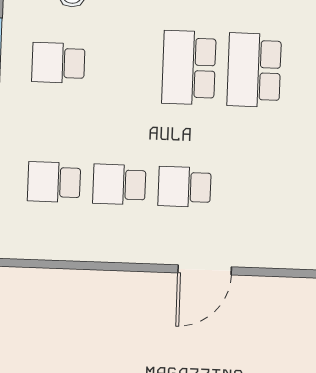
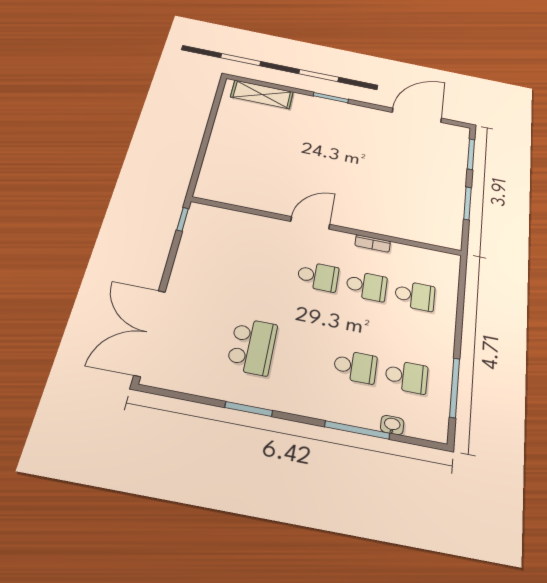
school desk: (189, 68) -> (355, 367), moved, width x0.54
bookcase: (117, 254) -> (373, 243), added

